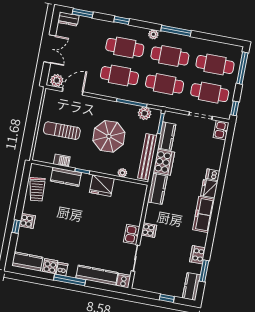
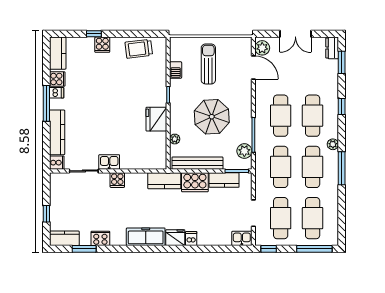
kitchen counter: (66, 177) -> (159, 78), removed

